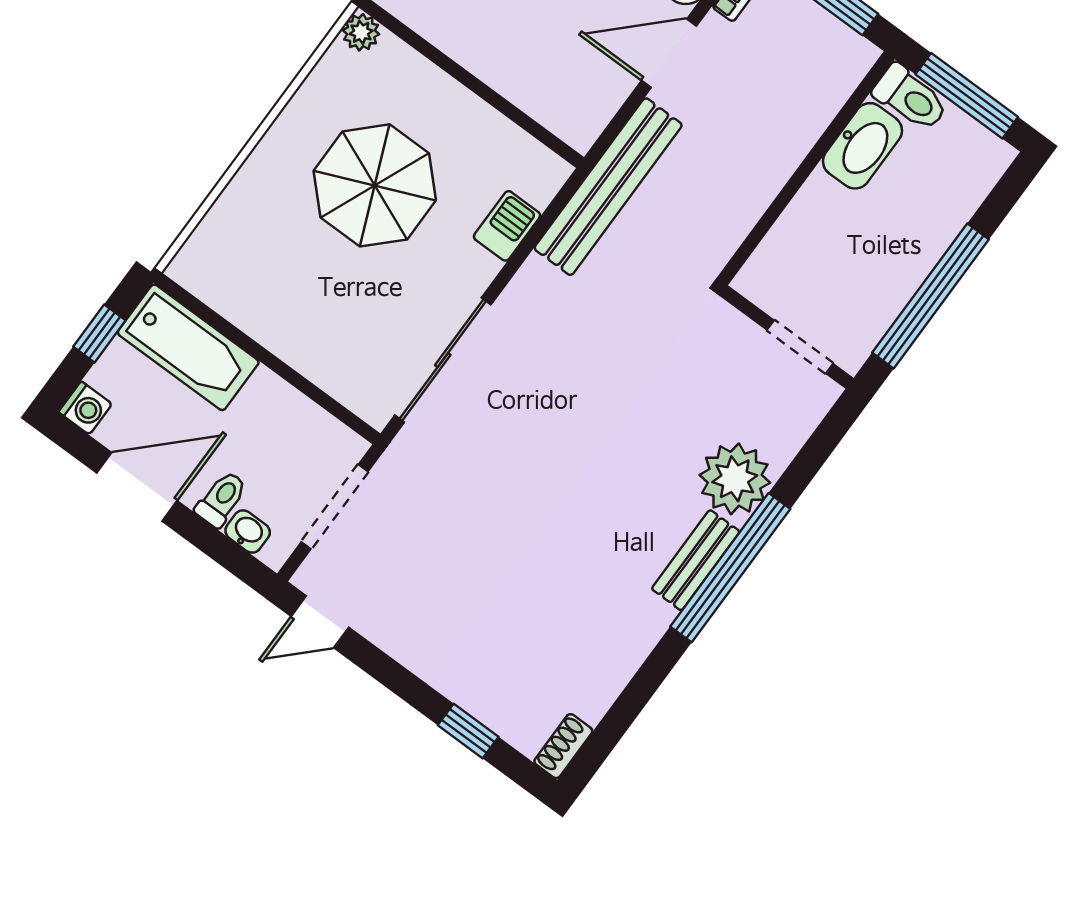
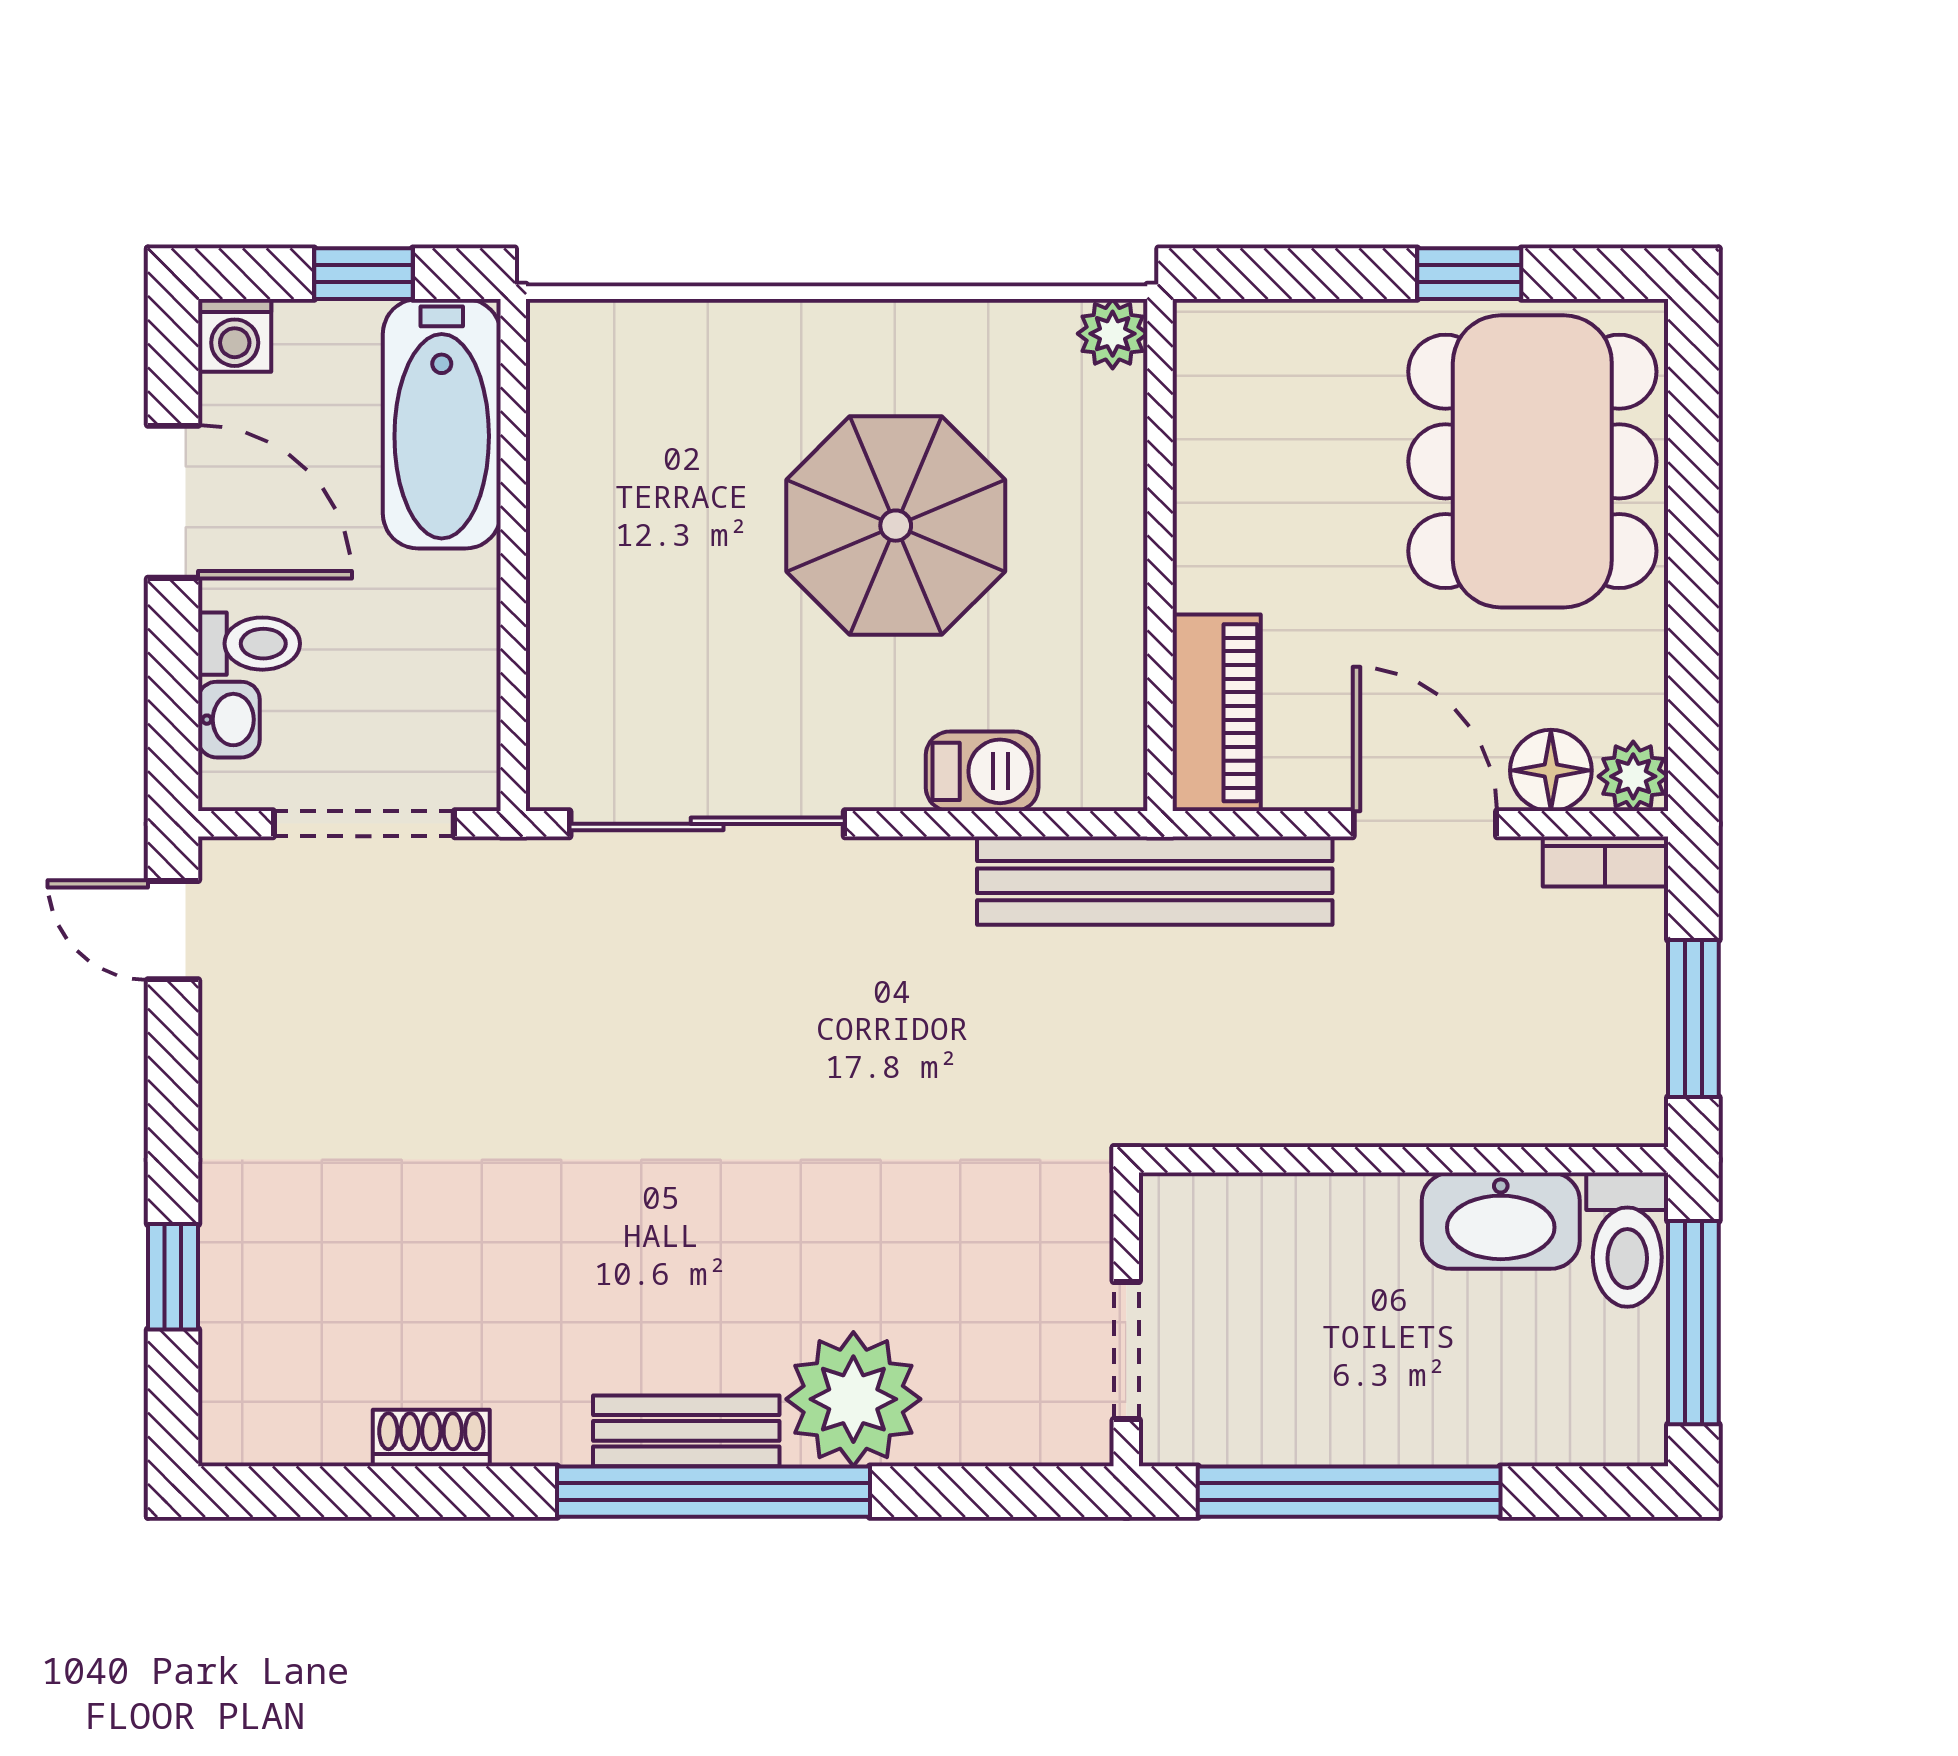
piano: (556, 107) -> (1217, 713), added
shoe rack: (563, 746) -> (431, 1438), moved

